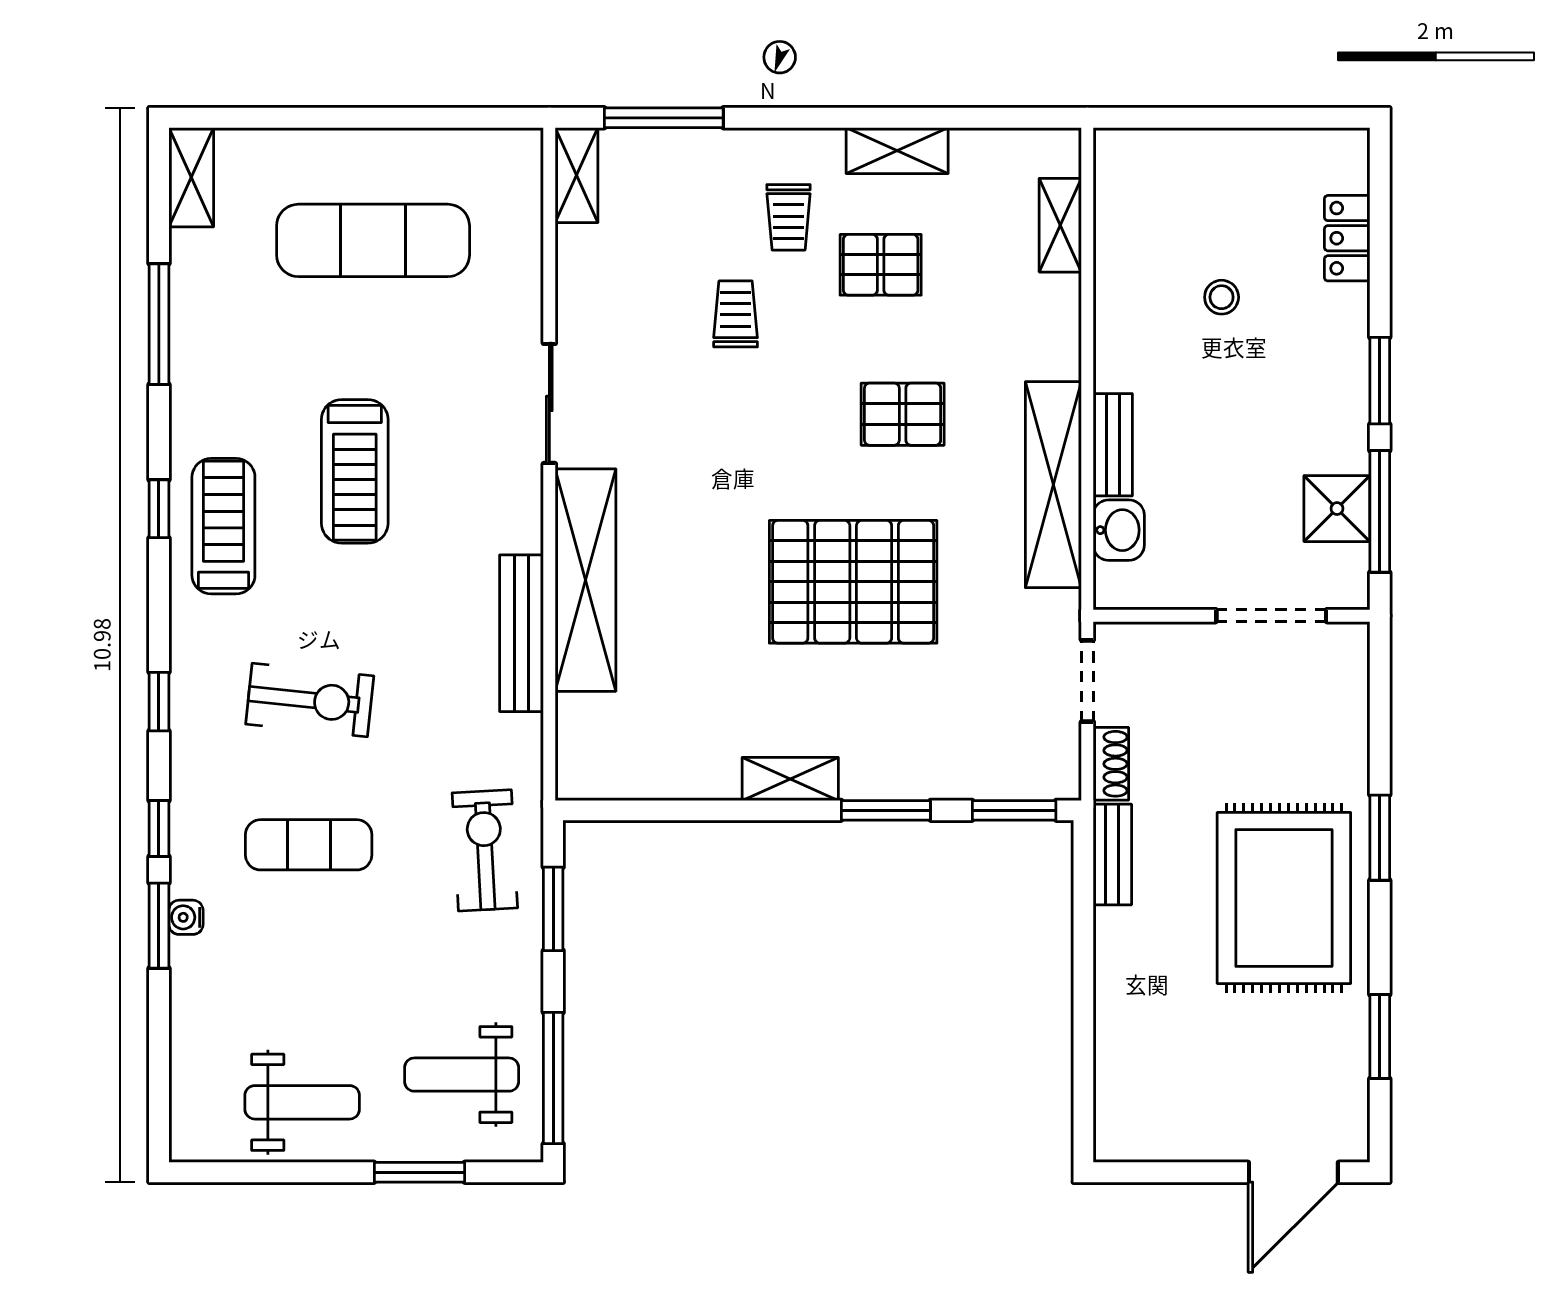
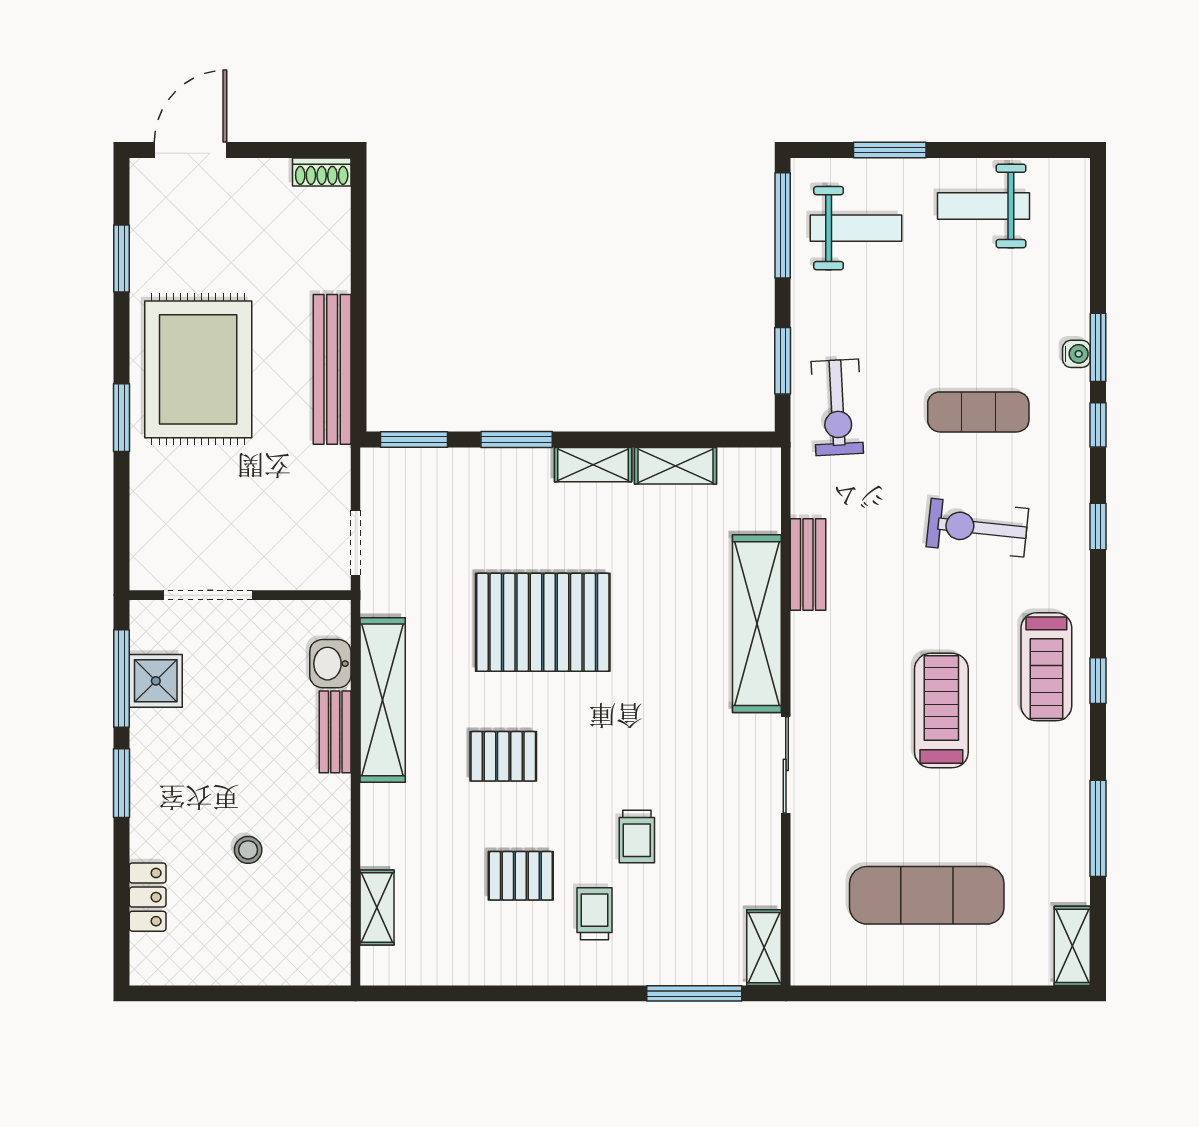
shelving: (897, 151) -> (676, 466), moved
bench: (522, 633) -> (808, 564), width x0.73
shoe rack: (1111, 764) -> (322, 172), moved, turned -90
bench: (1112, 854) -> (332, 369), width x1.86, depth x1.21

